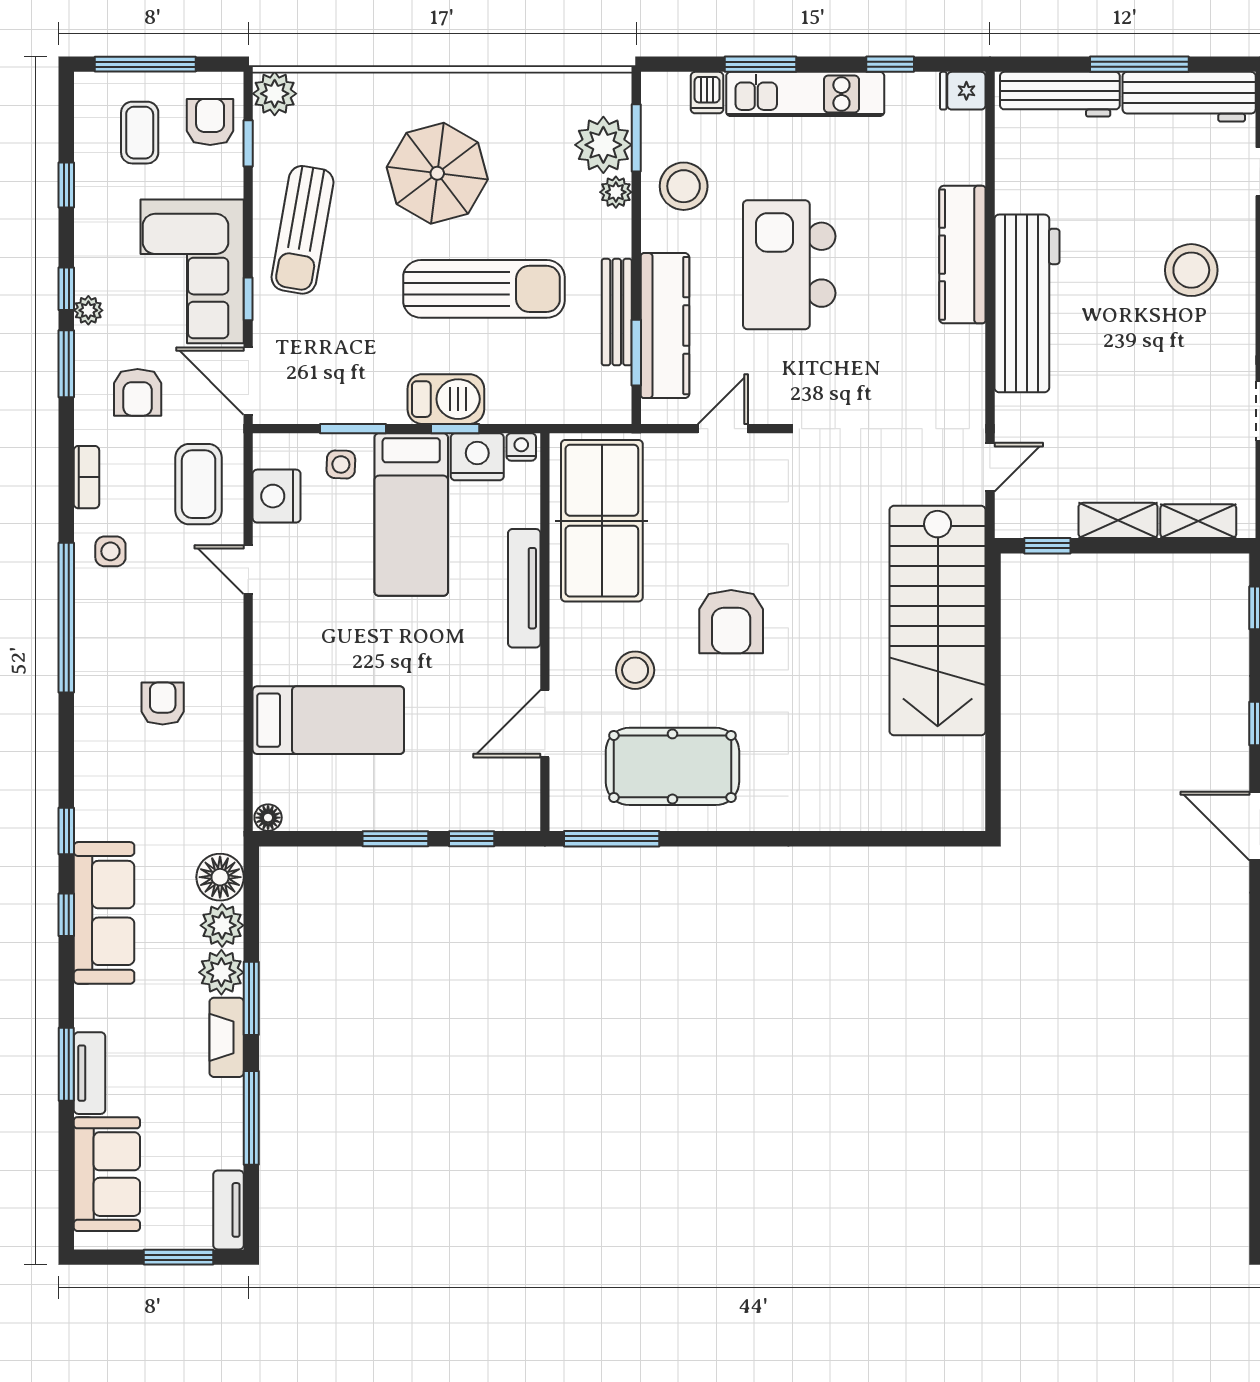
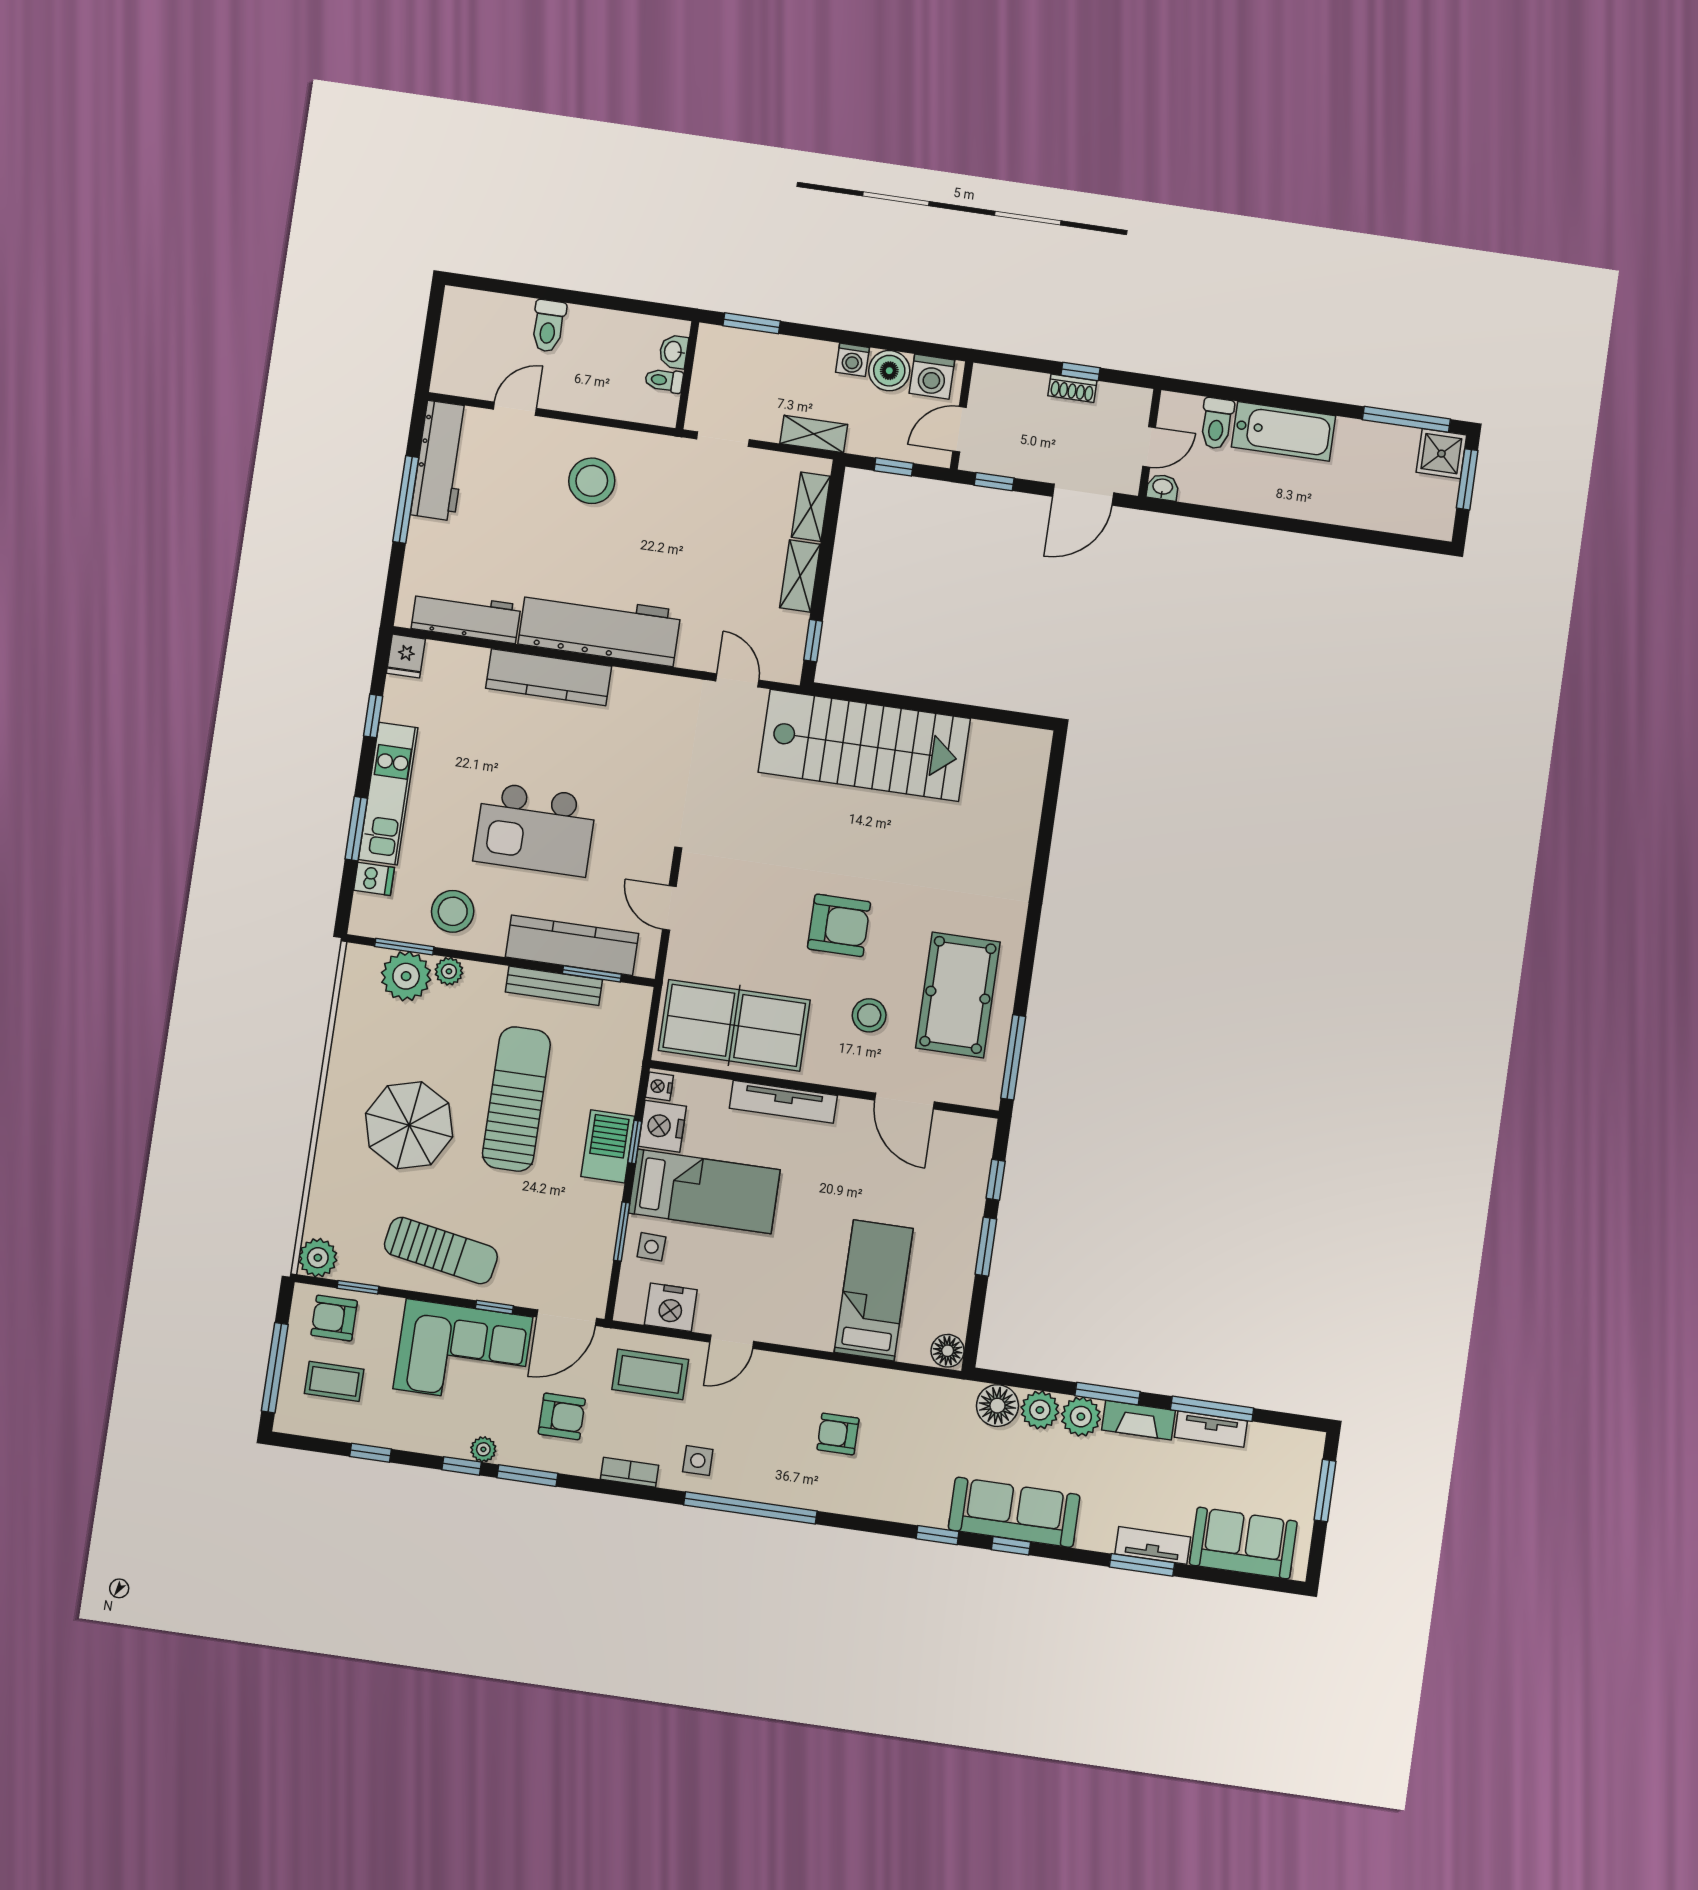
workbench: (1060, 94) -> (466, 617), moved, turned -90
floor lamp: (268, 818) -> (948, 1351), width x1.37, depth x1.37
tv unit: (228, 1210) -> (1211, 1429), moved

